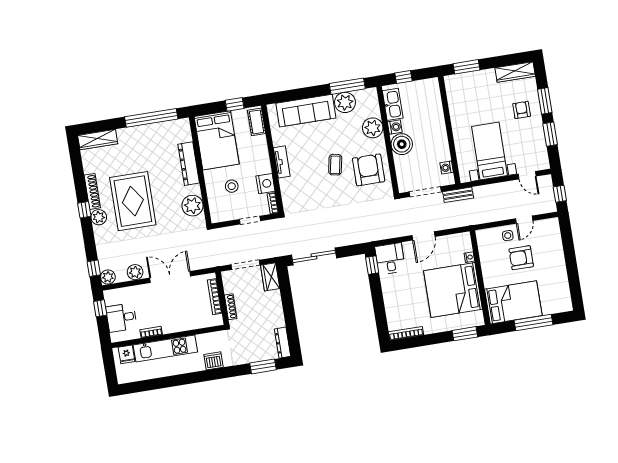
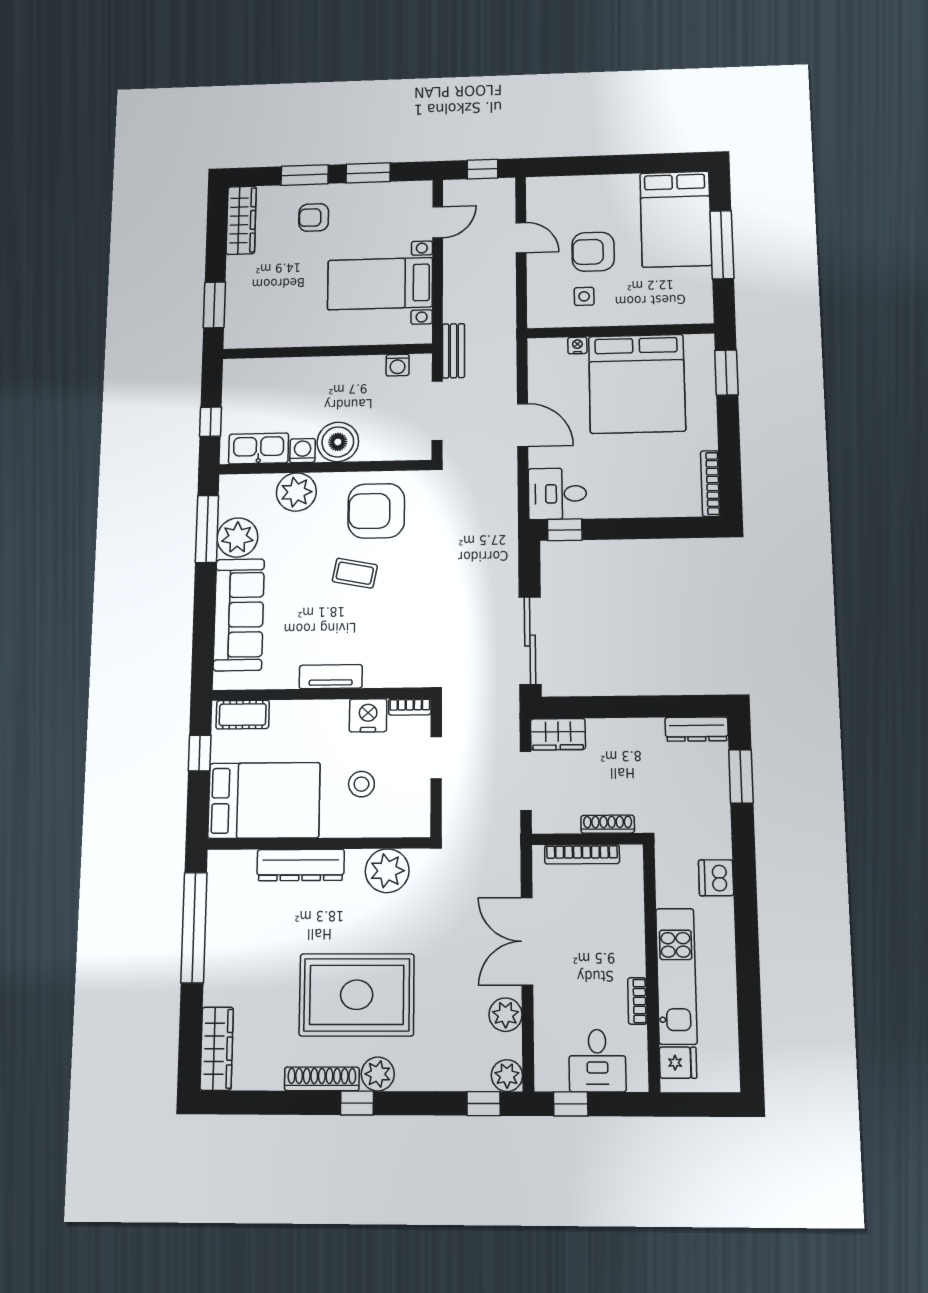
side table: (508, 236) -> (584, 296), moved
armchair: (521, 258) -> (593, 252), turned 90
bed: (513, 302) -> (676, 219), moved, turned 180

